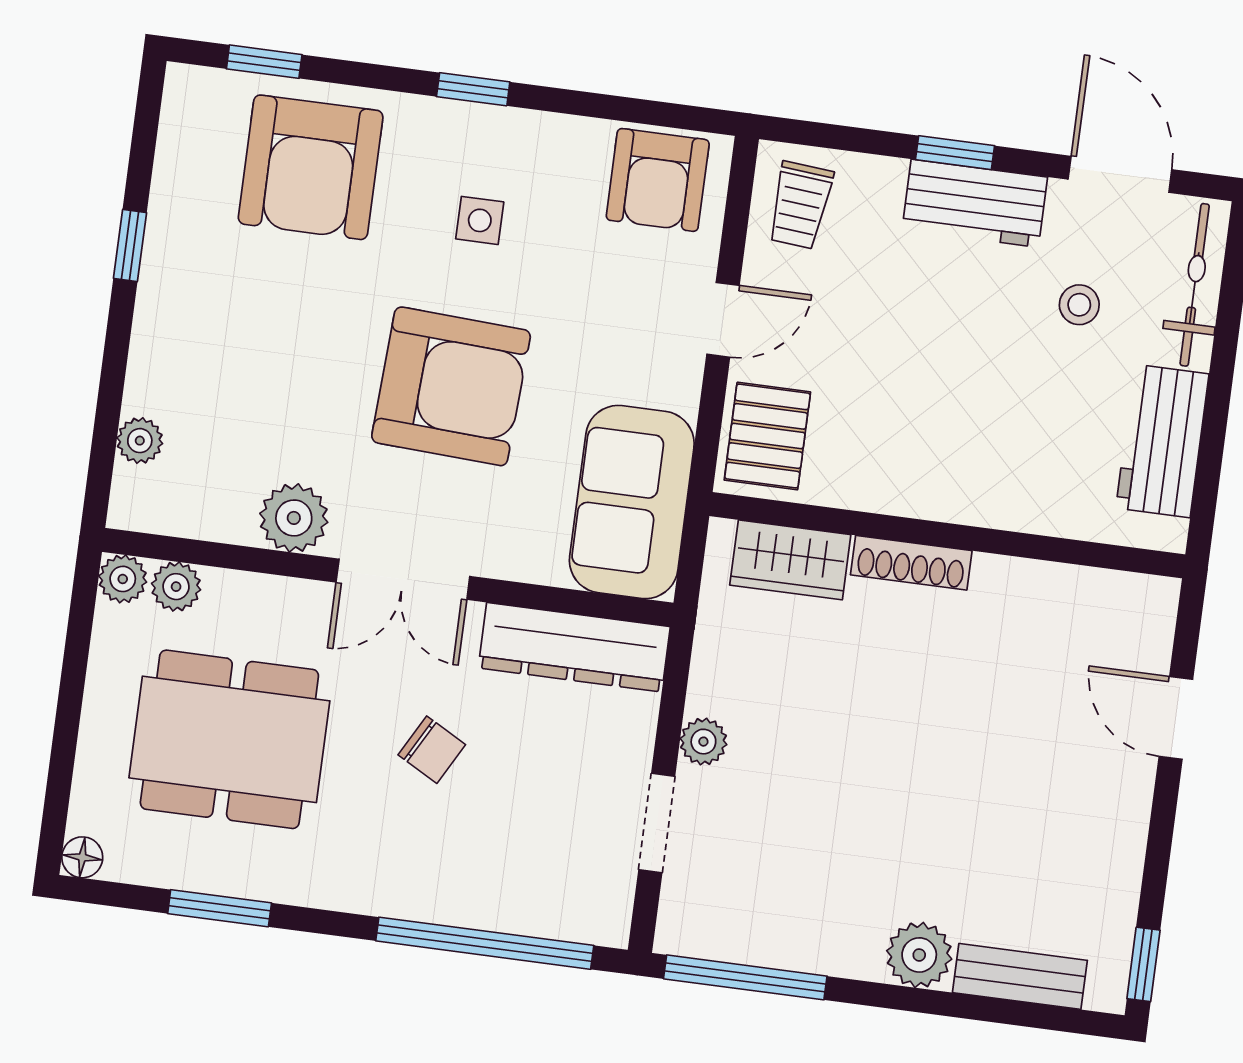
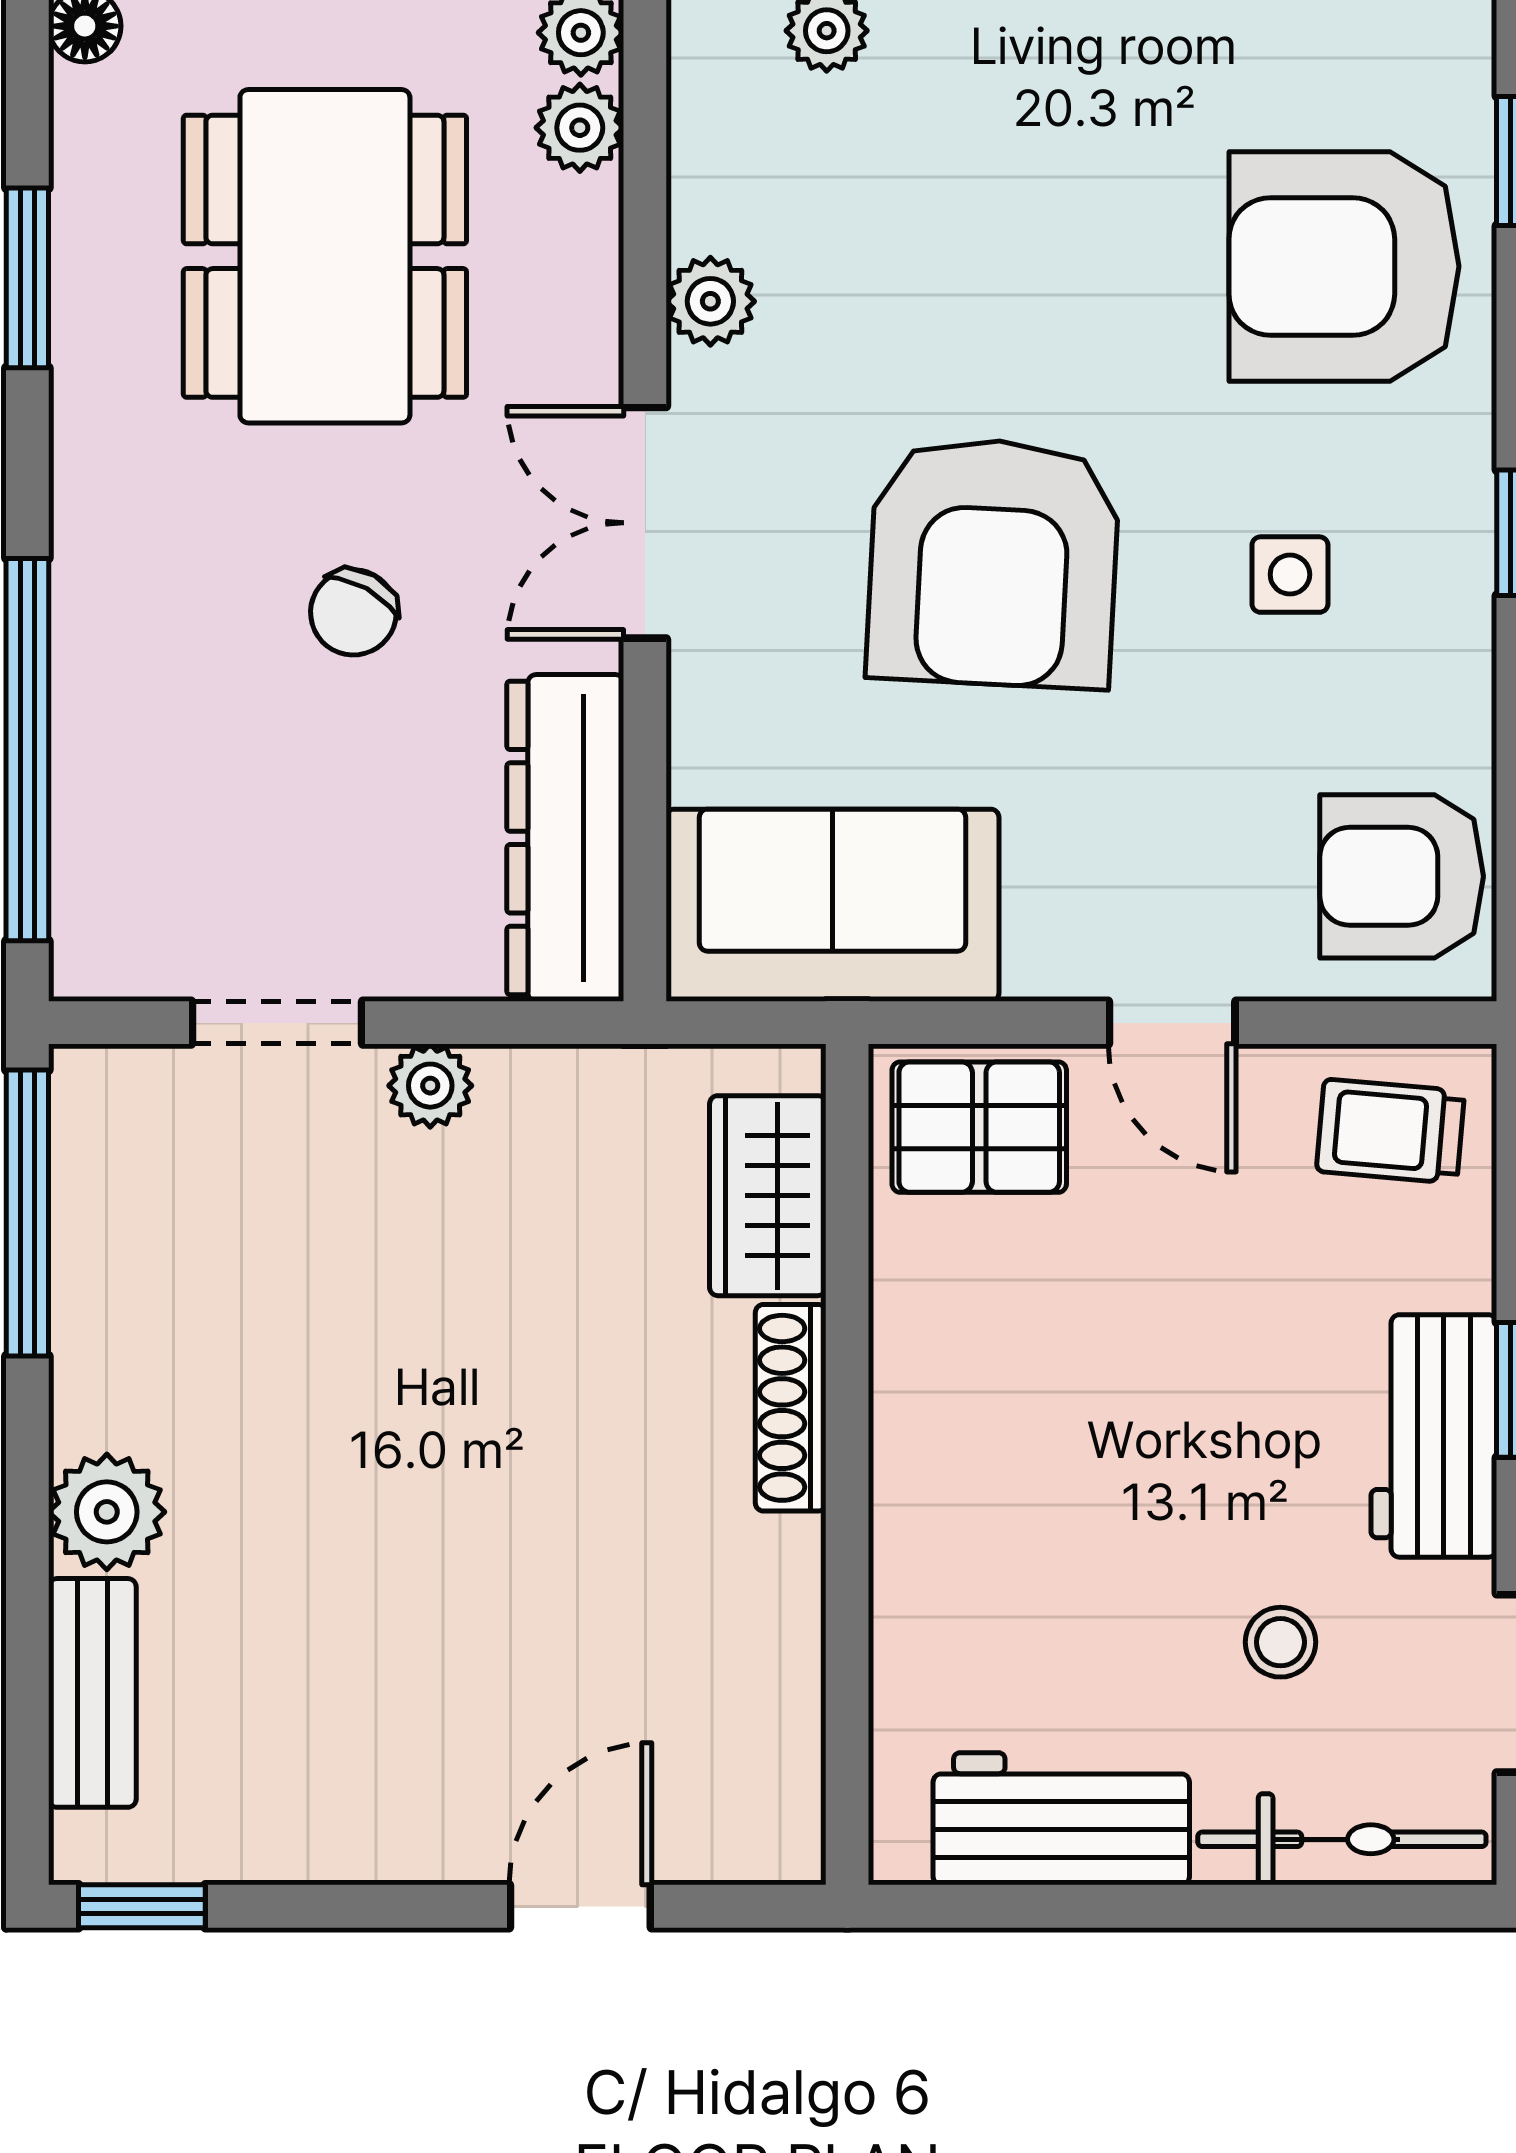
plant: (294, 518) -> (710, 301), width x0.73, depth x0.73

